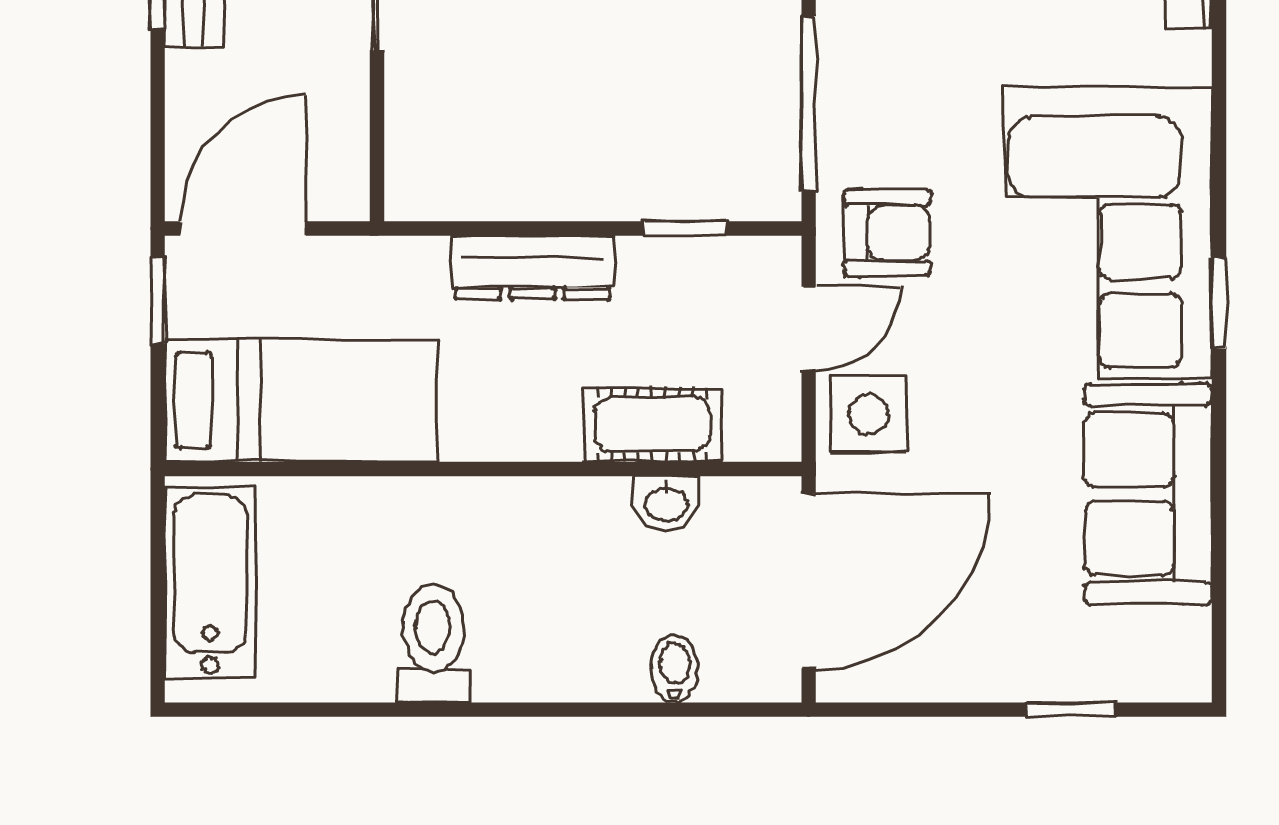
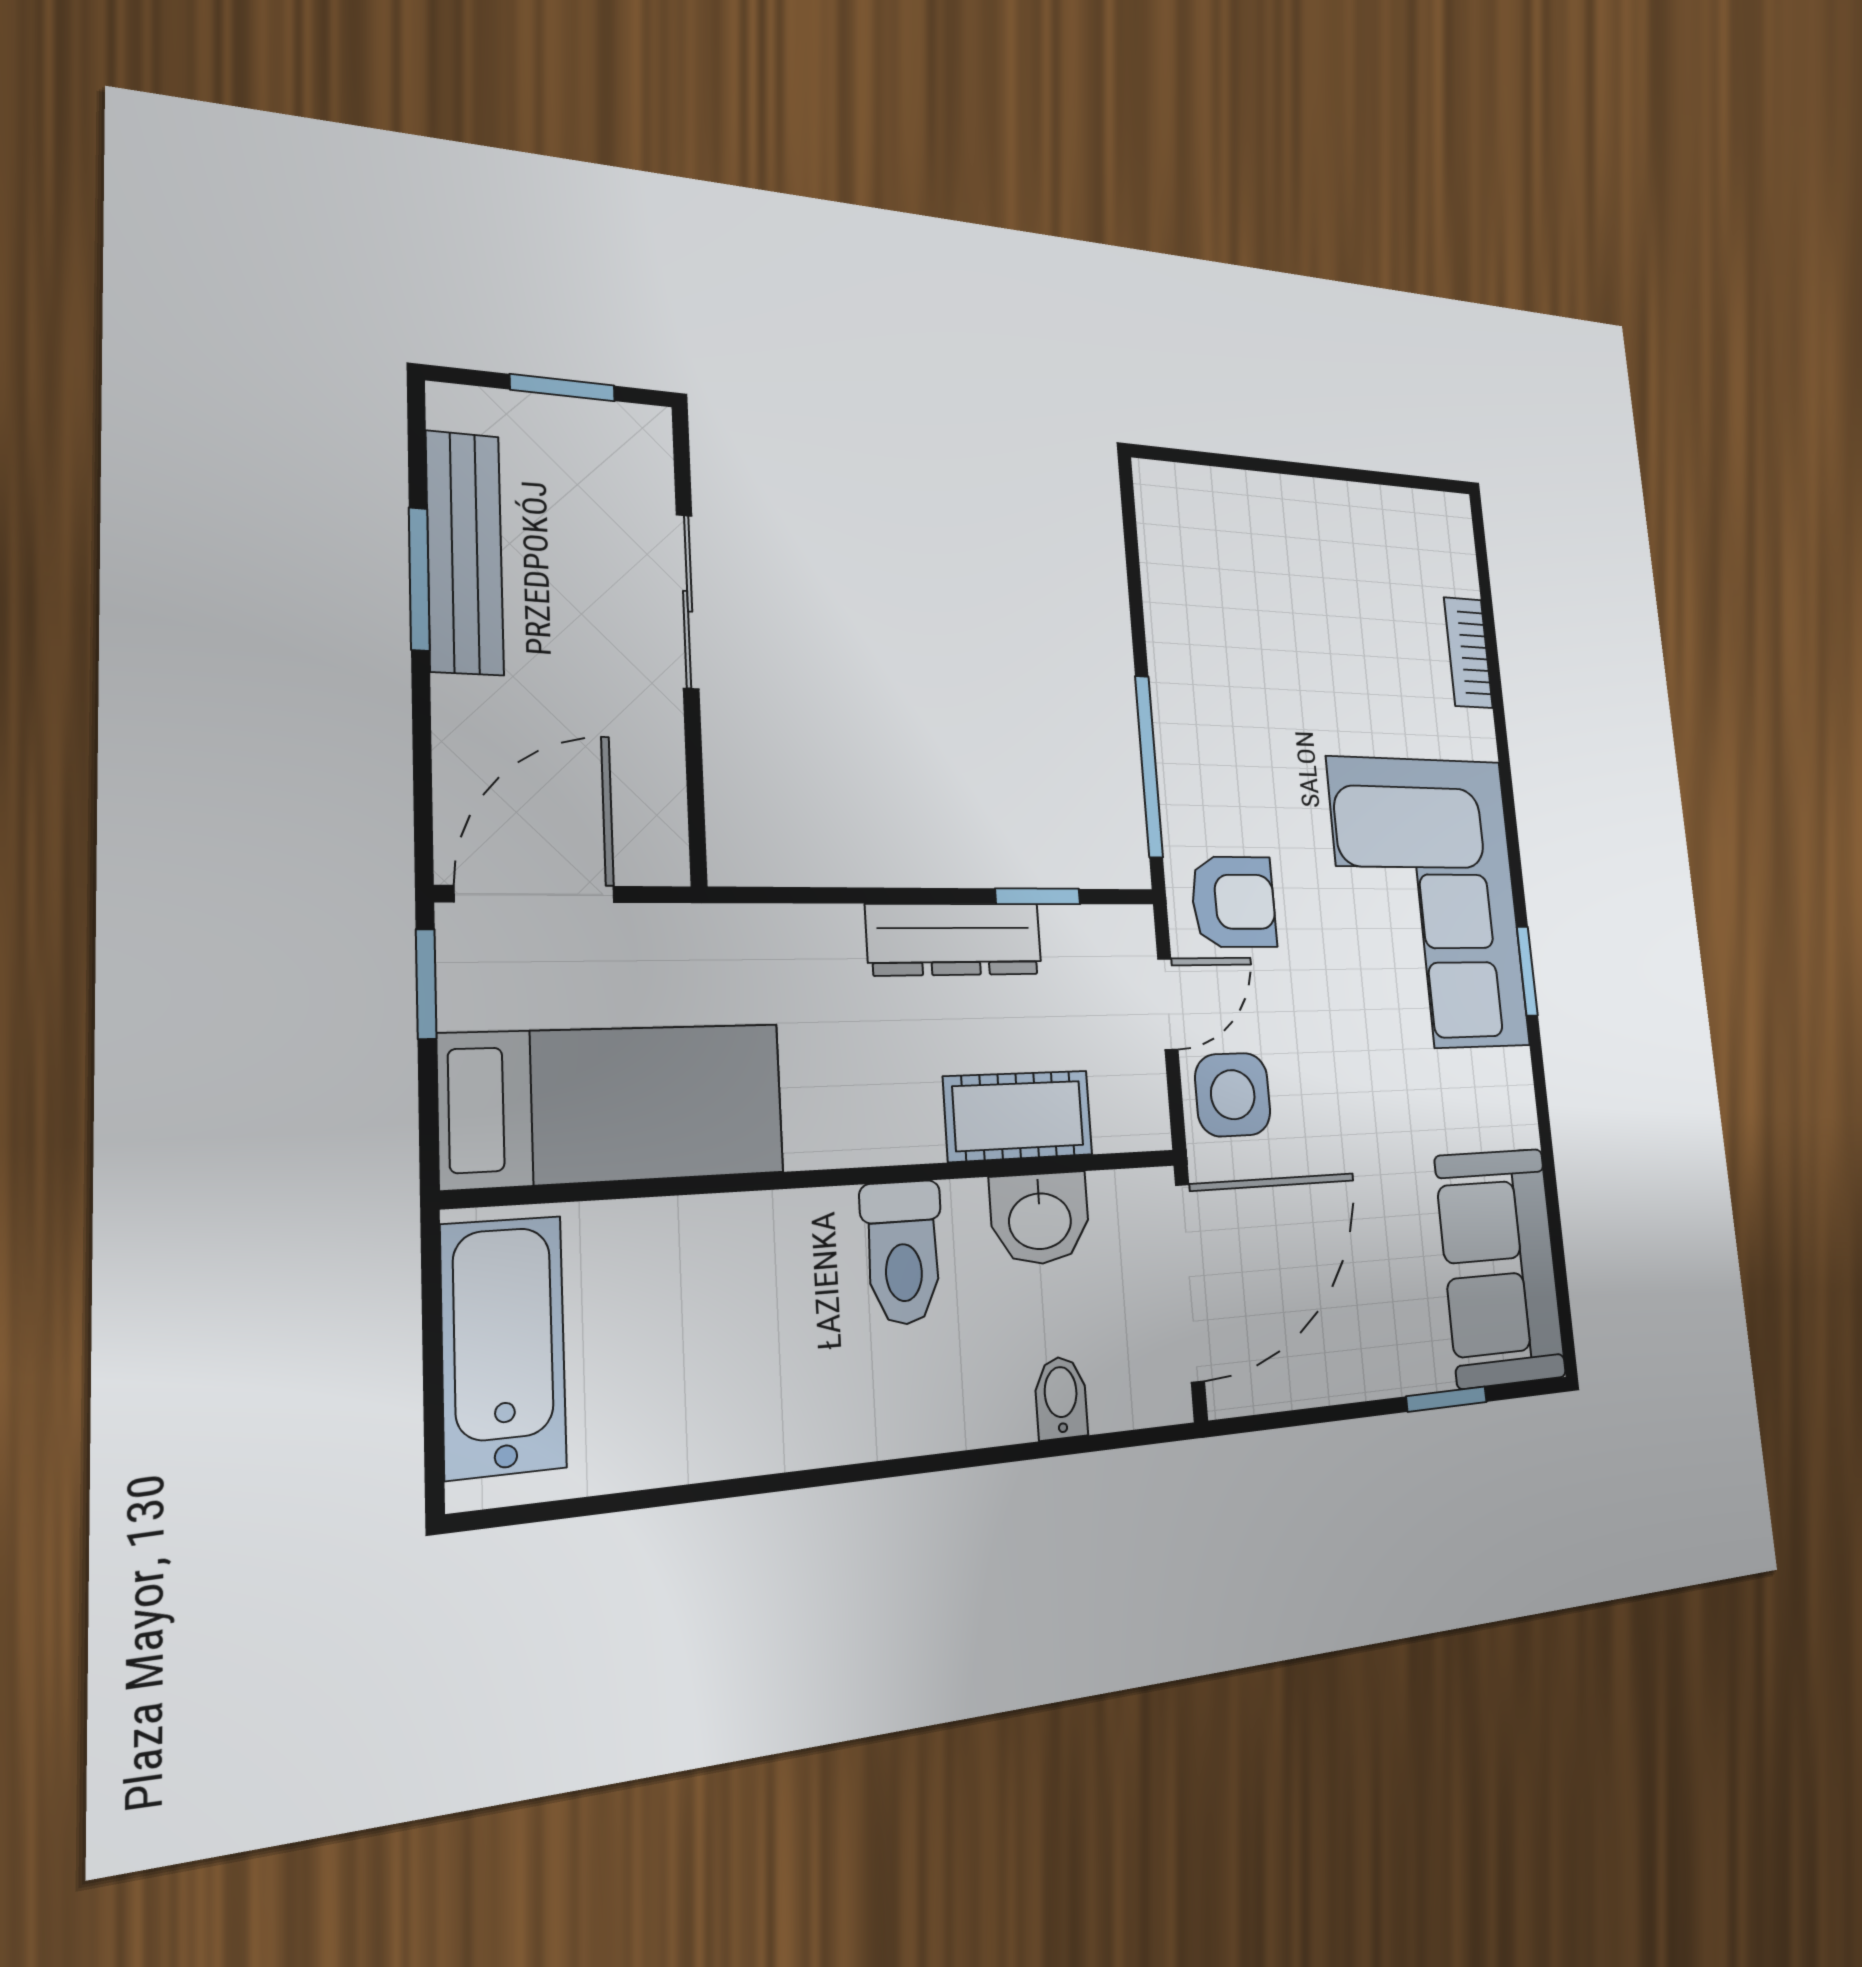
dresser: (532, 267) -> (955, 939), moved
sofa: (1148, 494) -> (1500, 1267), moved
washbasin: (666, 503) -> (1040, 1219), width x1.38, depth x1.45
toilet: (433, 643) -> (903, 1253), moved, turned 180

